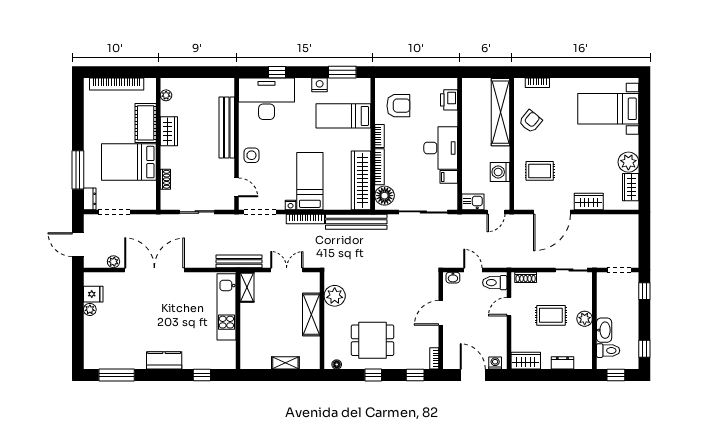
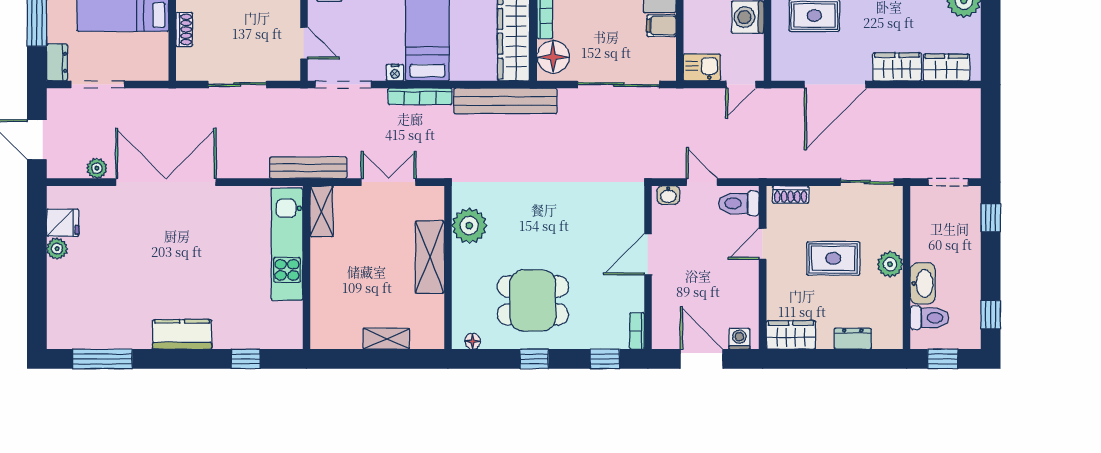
wardrobe: (631, 187) -> (946, 67), moved, turned 90

